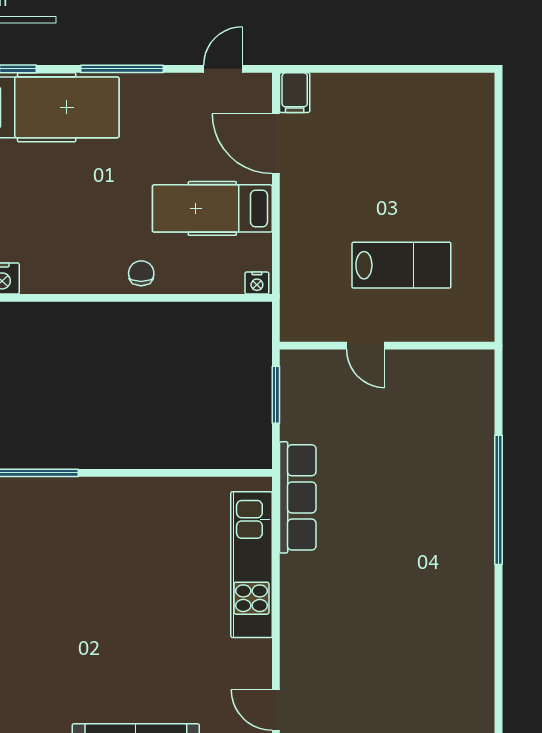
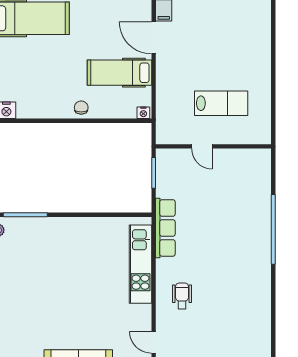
wheelchair: (329, 624) -> (182, 296), added

